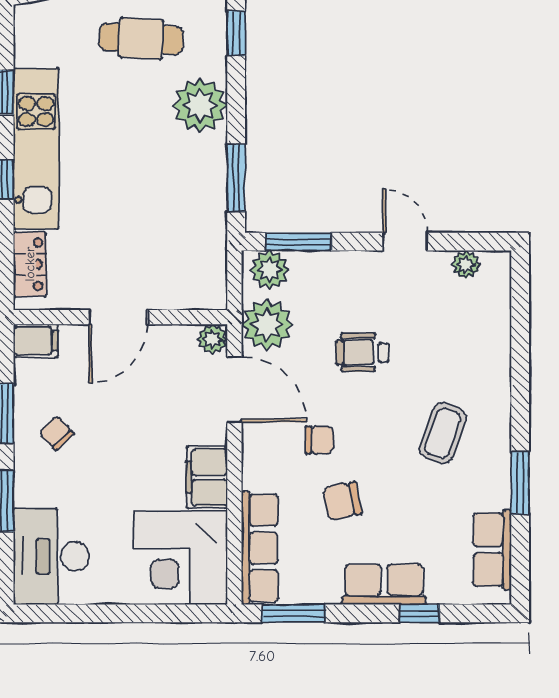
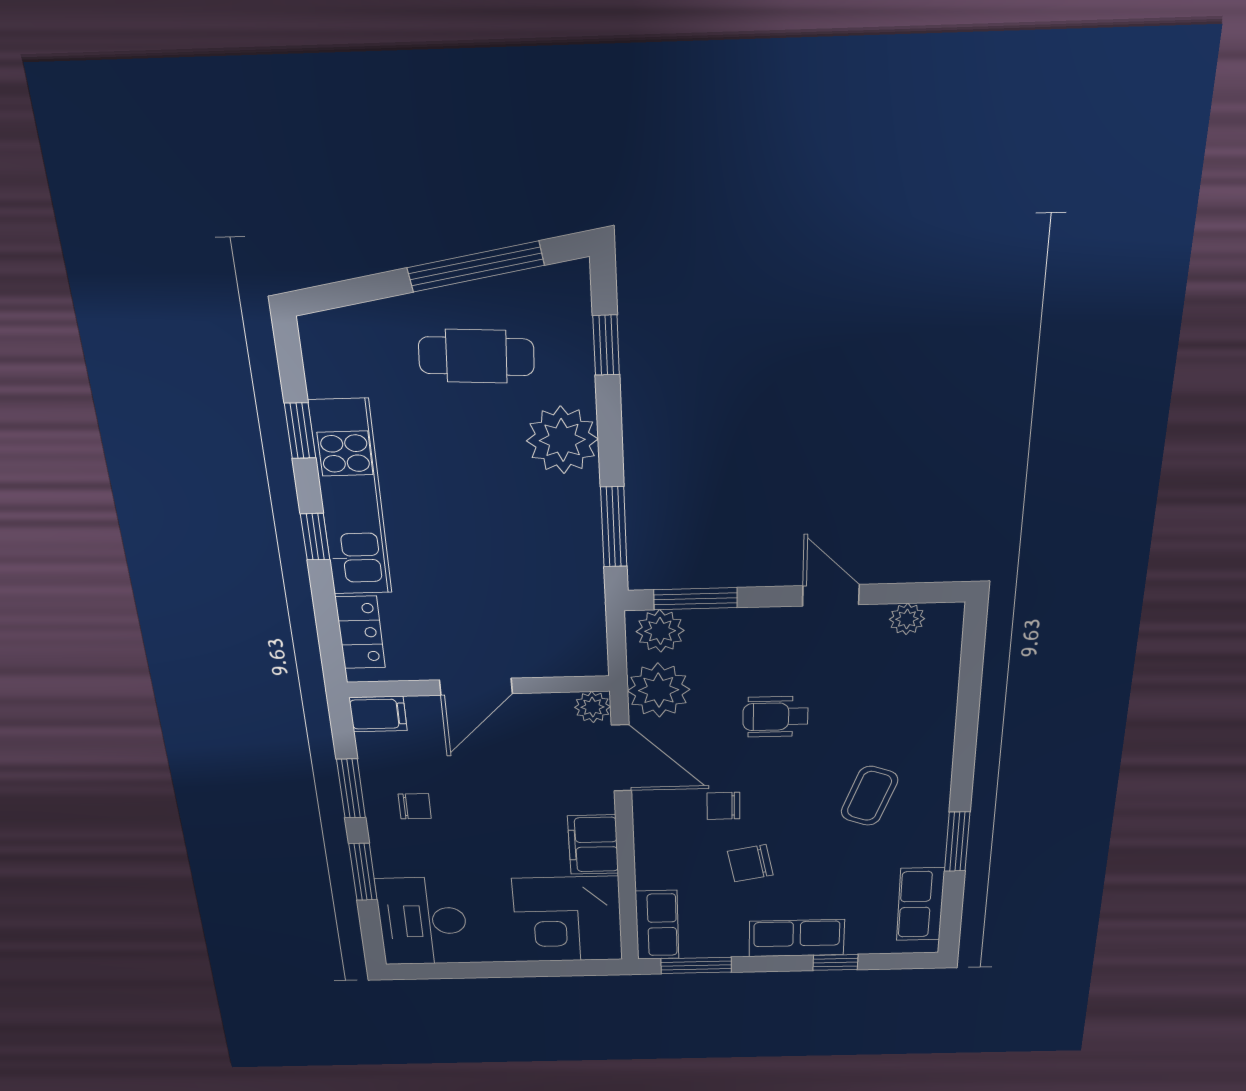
chair: (57, 433) -> (415, 806), turned 132
chair: (319, 440) -> (723, 806), turned 180
row of seats: (260, 548) -> (657, 925), width x0.68

